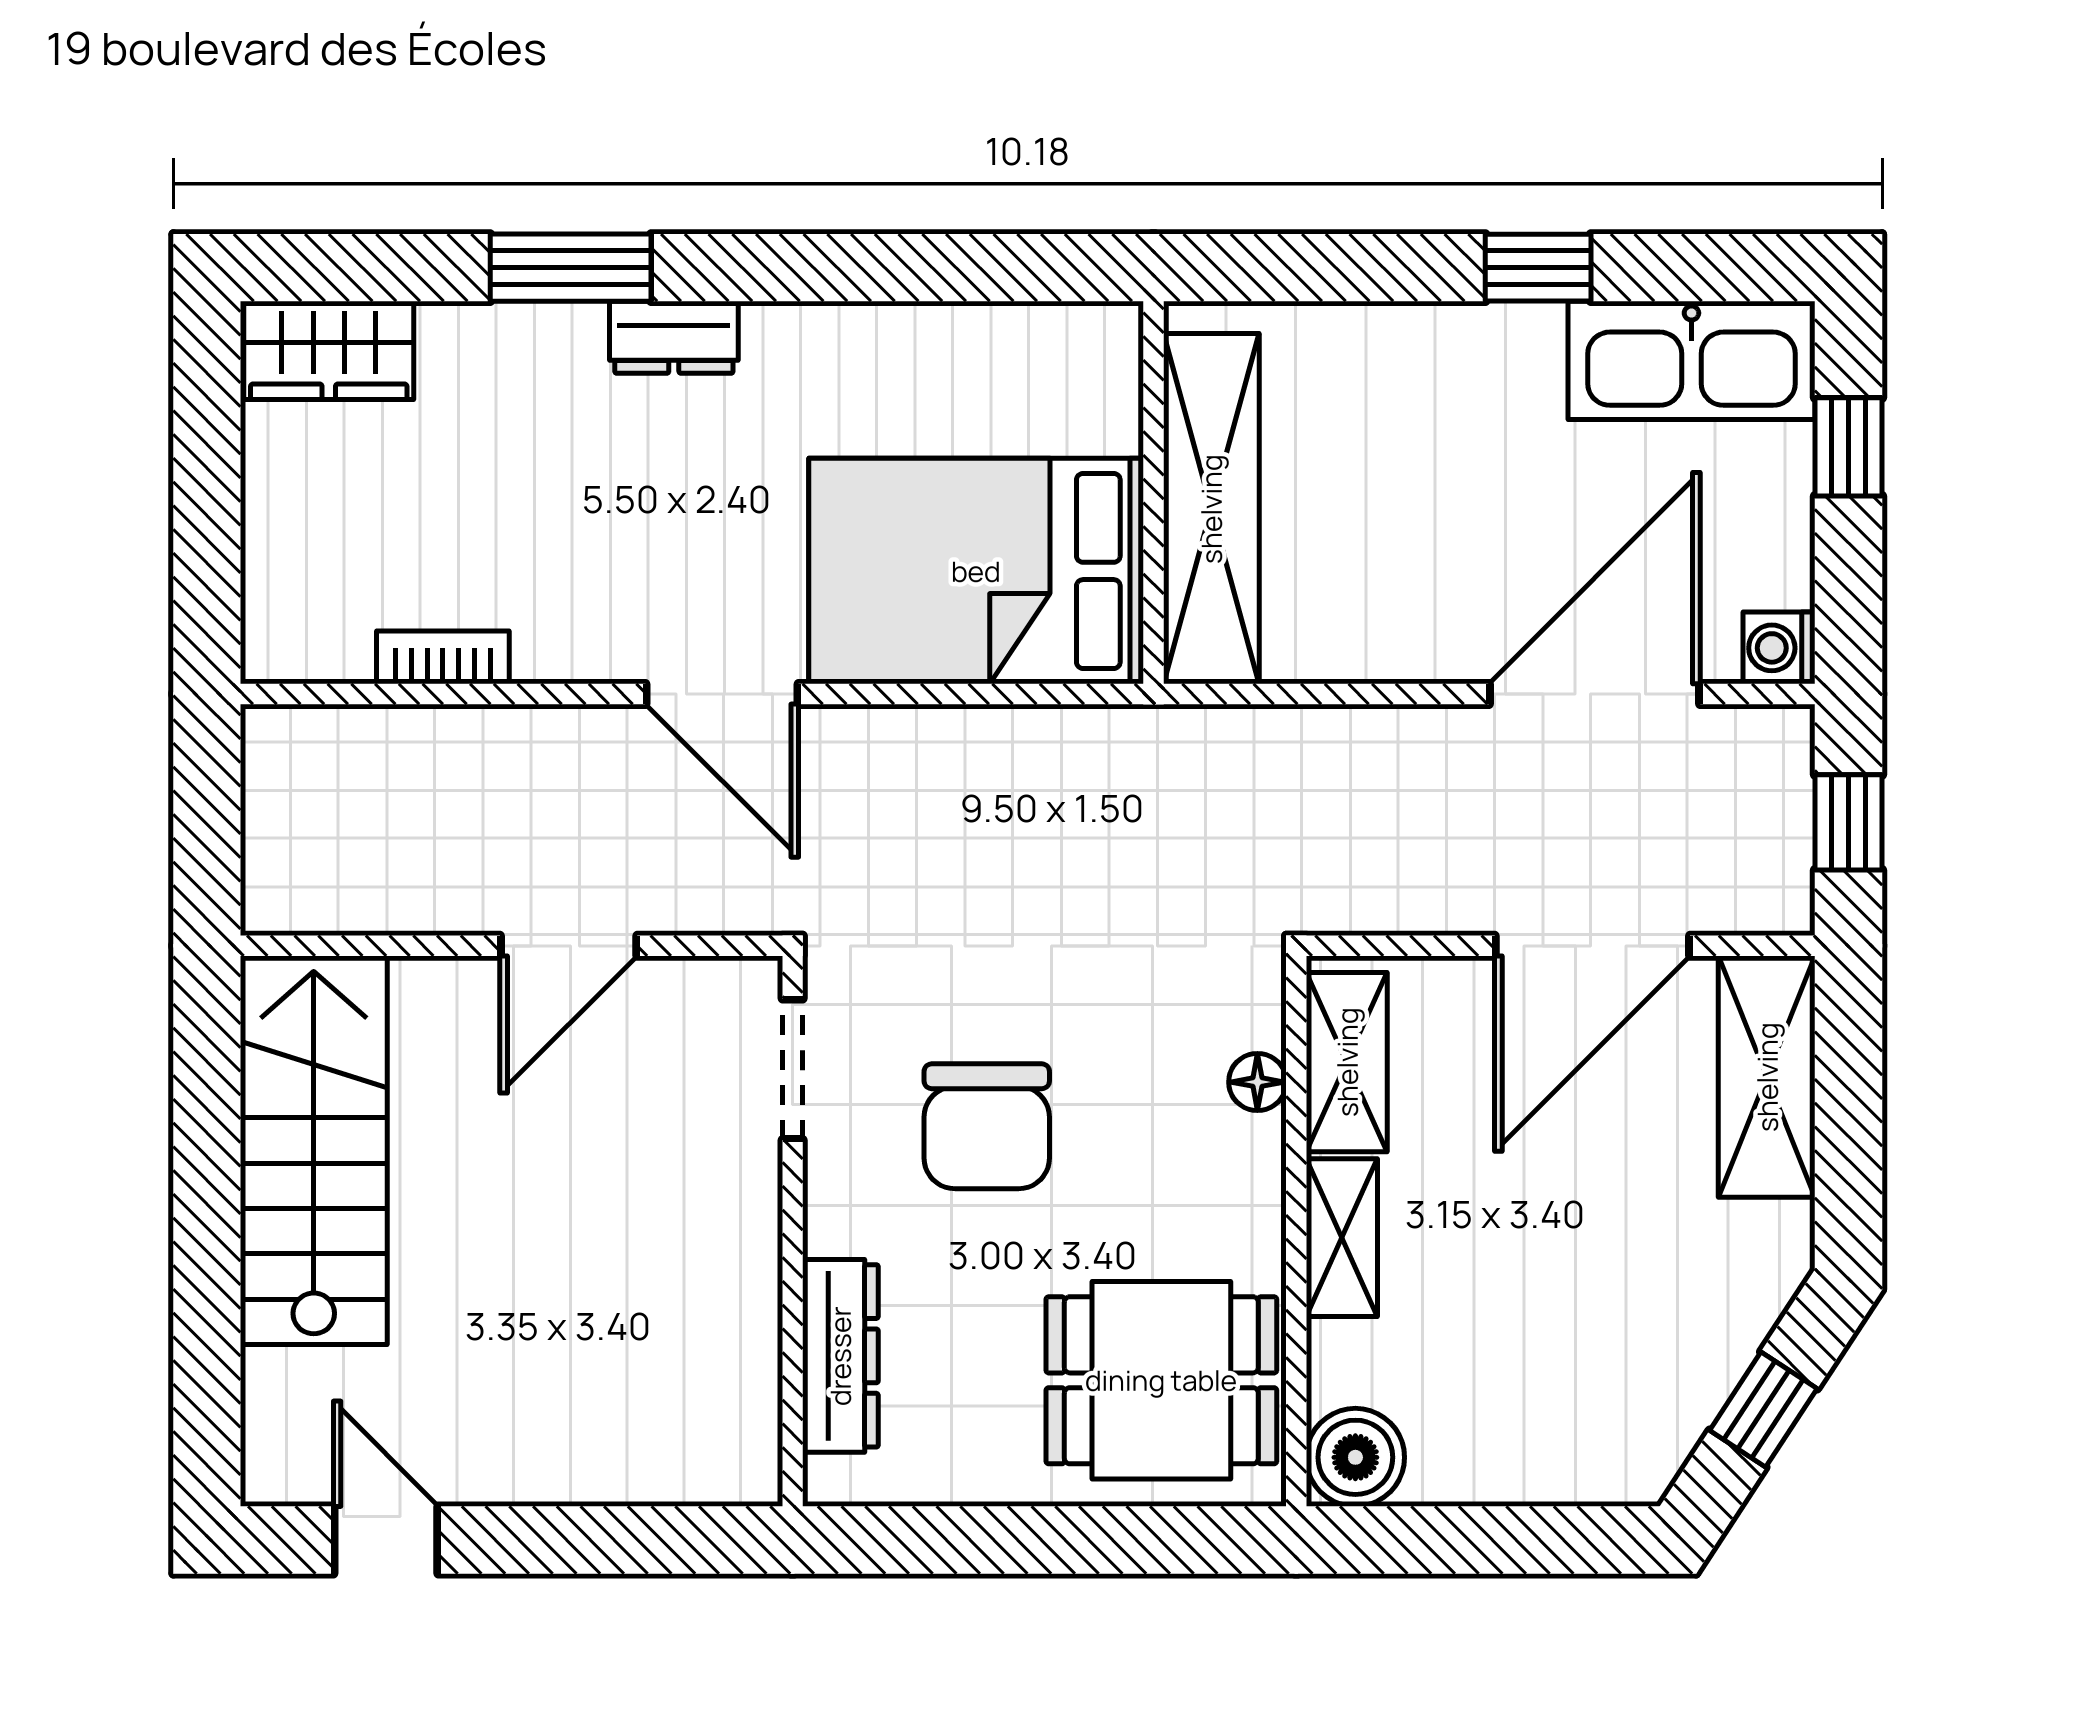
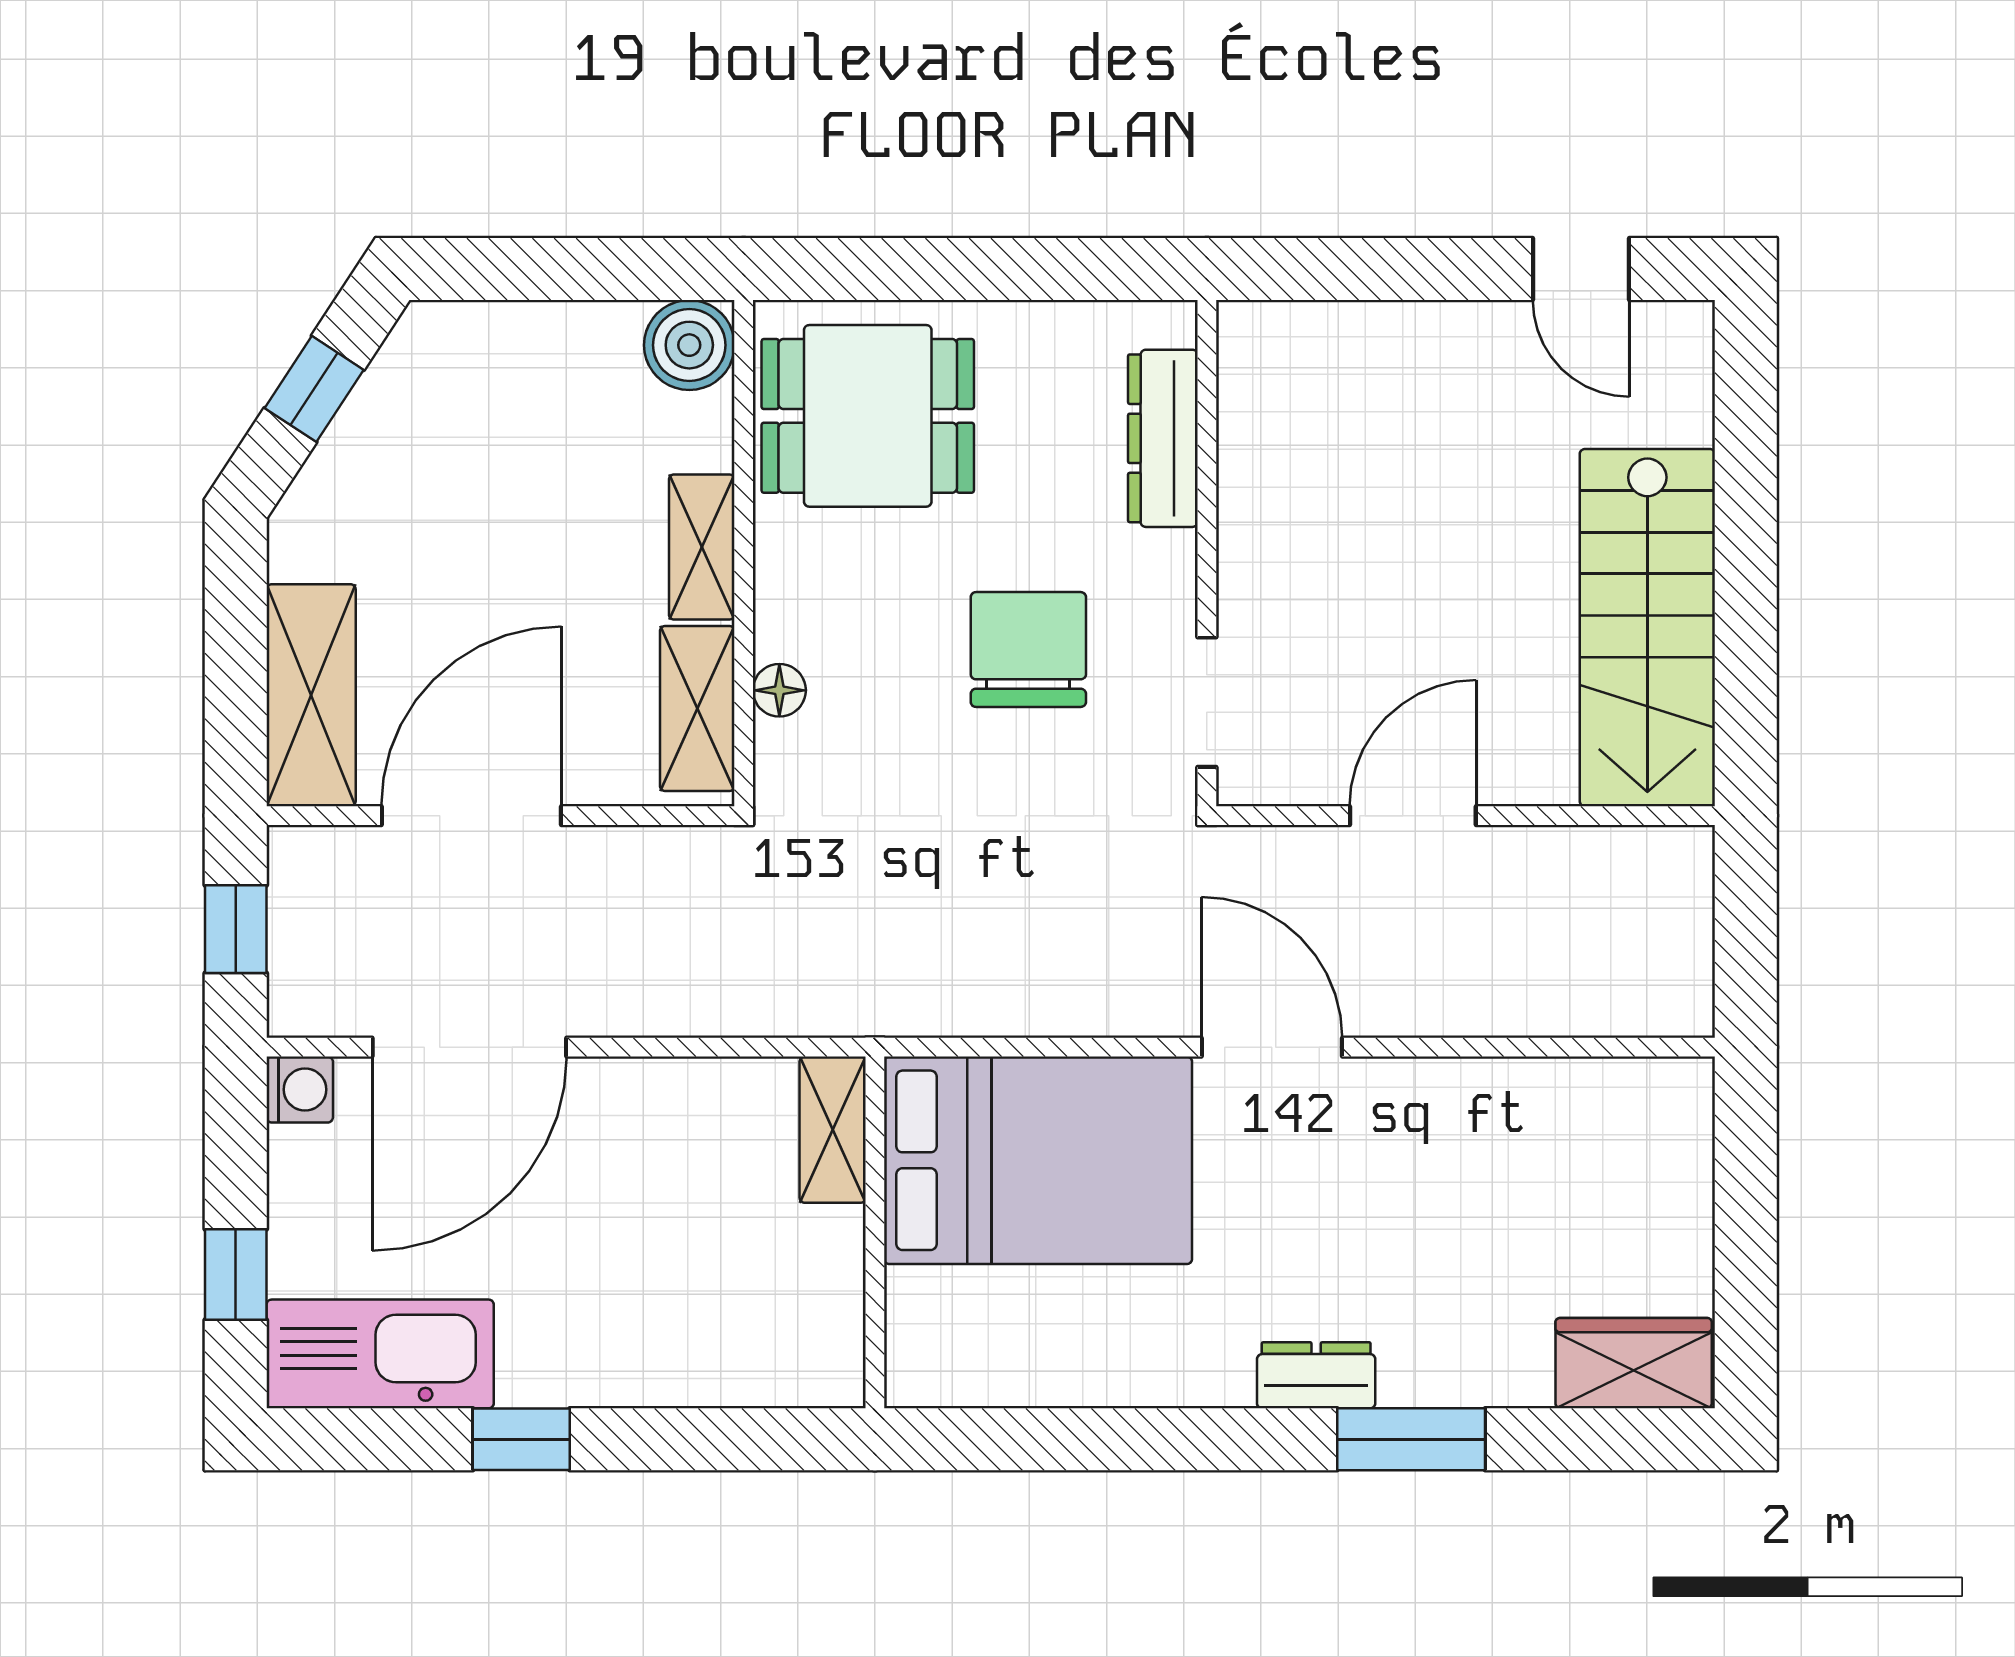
shelving: (1211, 509) -> (833, 1130), width x0.45, depth x0.75
bookcase: (443, 657) -> (1529, 1081), removed

